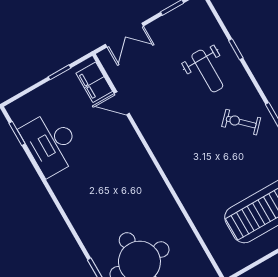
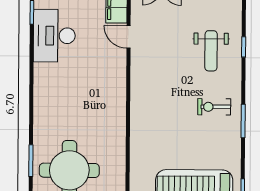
exercise bike: (241, 122) -> (214, 107), turned -44

